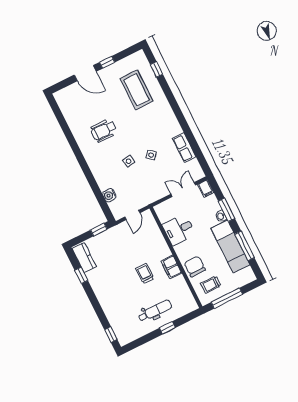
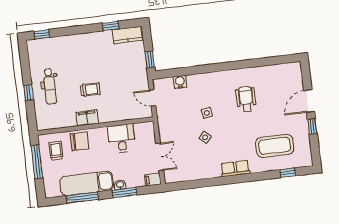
row of seats: (184, 148) -> (235, 168), moved

